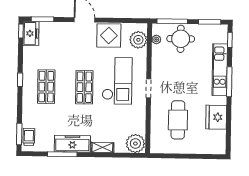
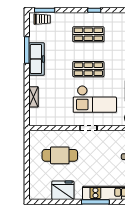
plant: (135, 144) -> (38, 117), removed
shelving: (102, 147) -> (34, 97), moved

